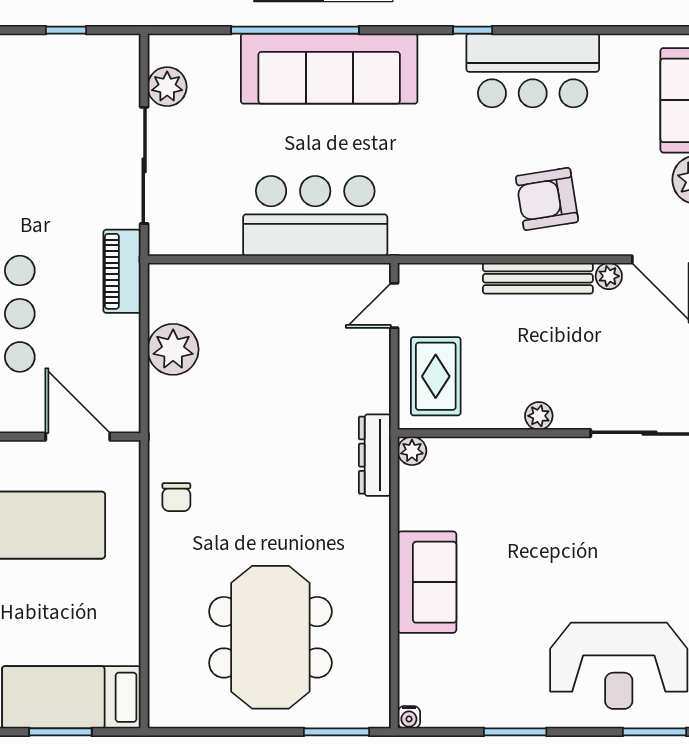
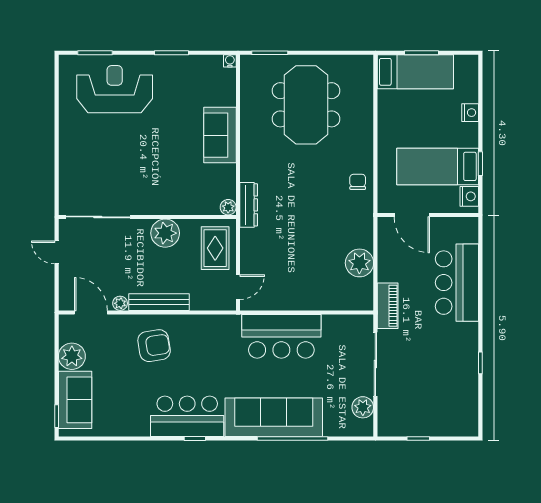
bar counter: (533, 70) -> (187, 416), moved
plant: (539, 416) -> (165, 233), width x1.88, depth x1.88

